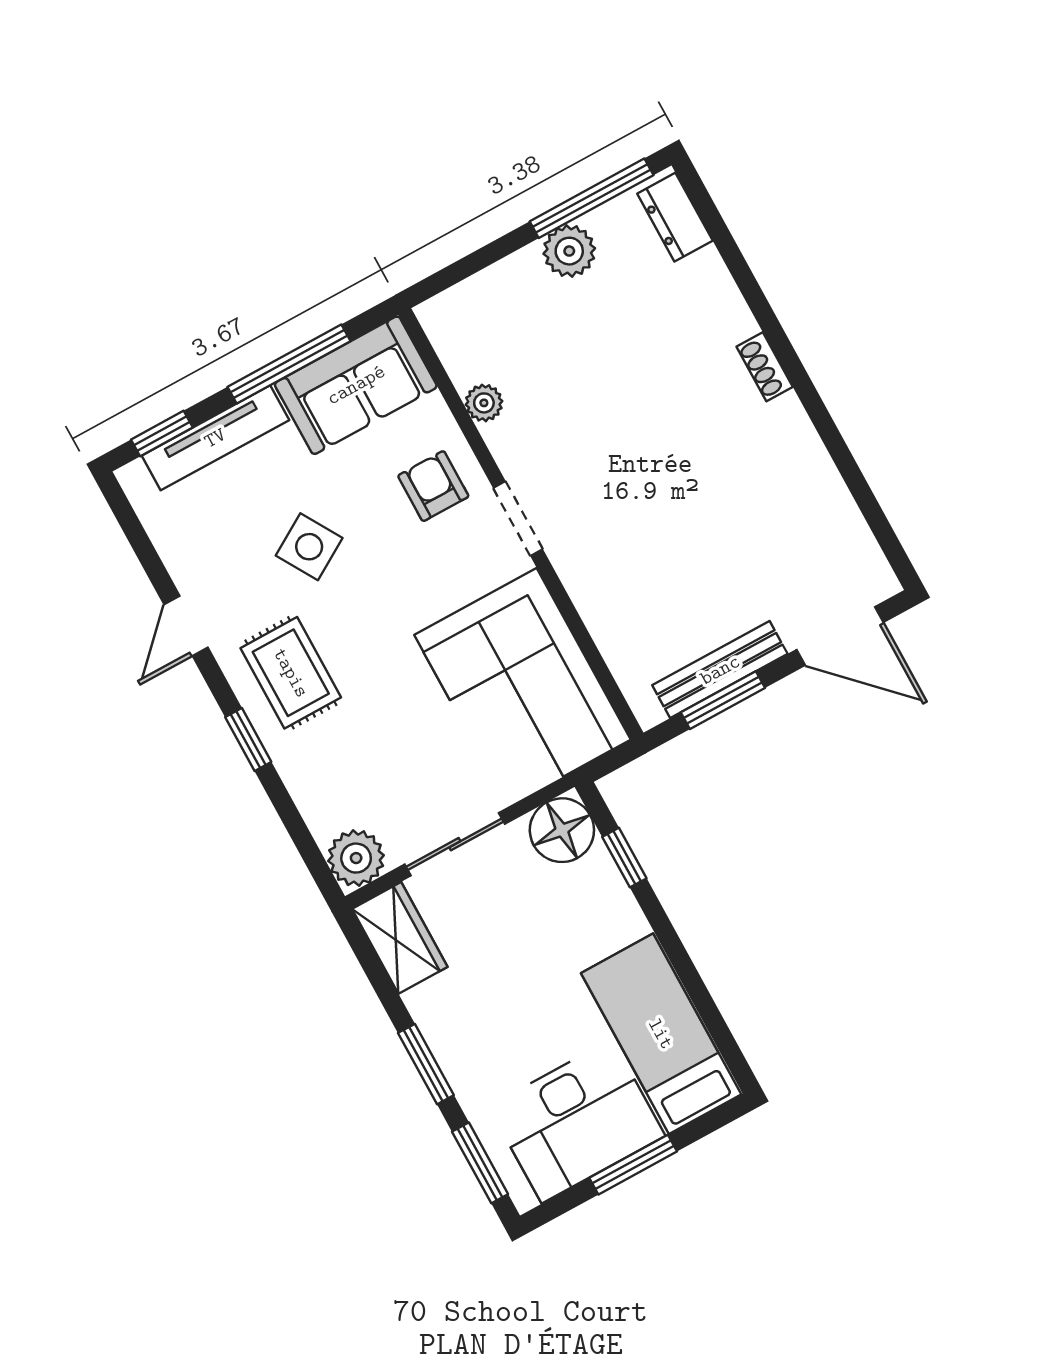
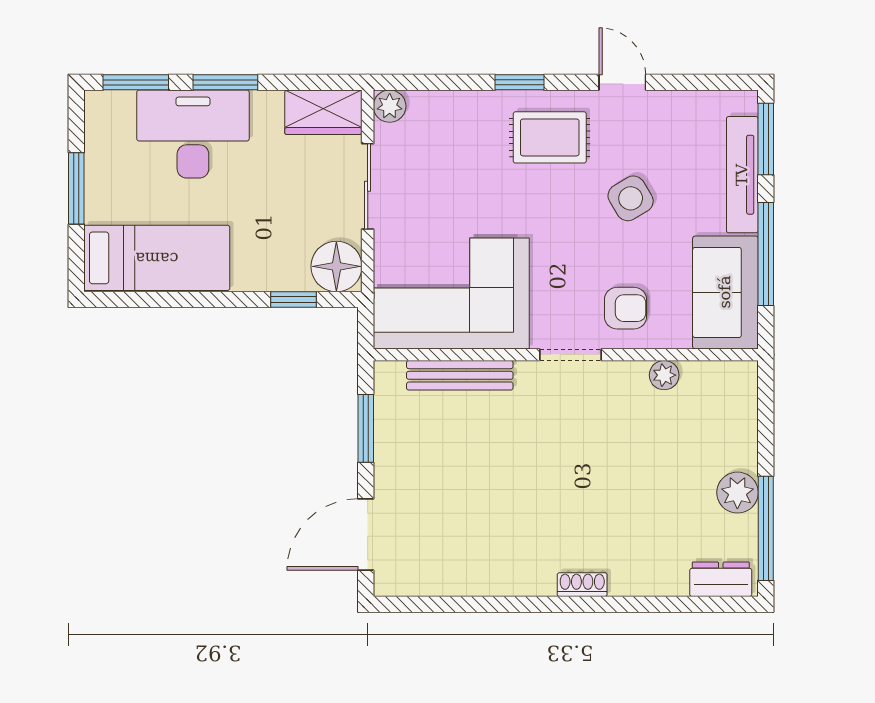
window: (162, 434) -> (766, 139), width x1.50
bench: (720, 670) -> (460, 375), moved, turned 90
plant: (356, 858) -> (390, 106), width x0.73, depth x0.73
desk: (577, 1121) -> (193, 134), moved, turned 90

